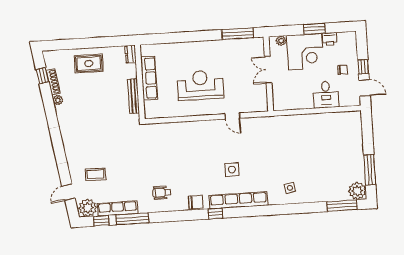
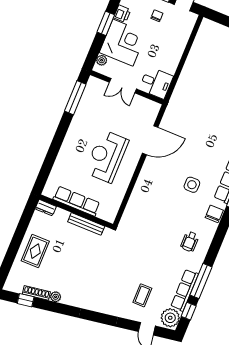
desk: (326, 95) -> (156, 83), moved
door: (232, 116) -> (150, 140), width x1.88
side table: (232, 170) -> (192, 185), moved

